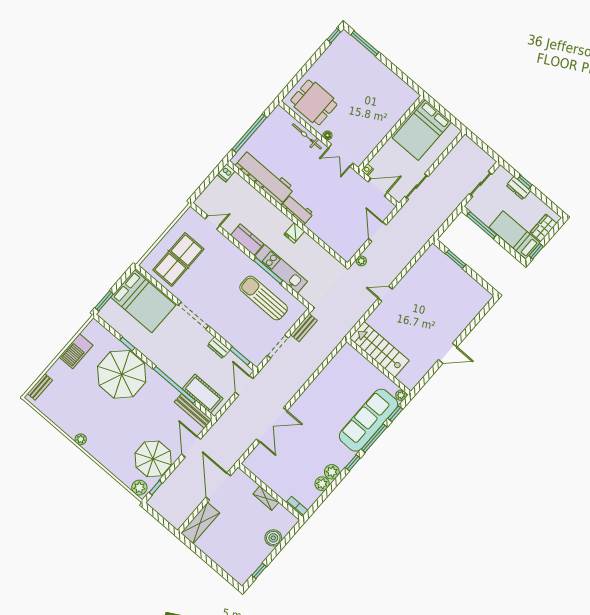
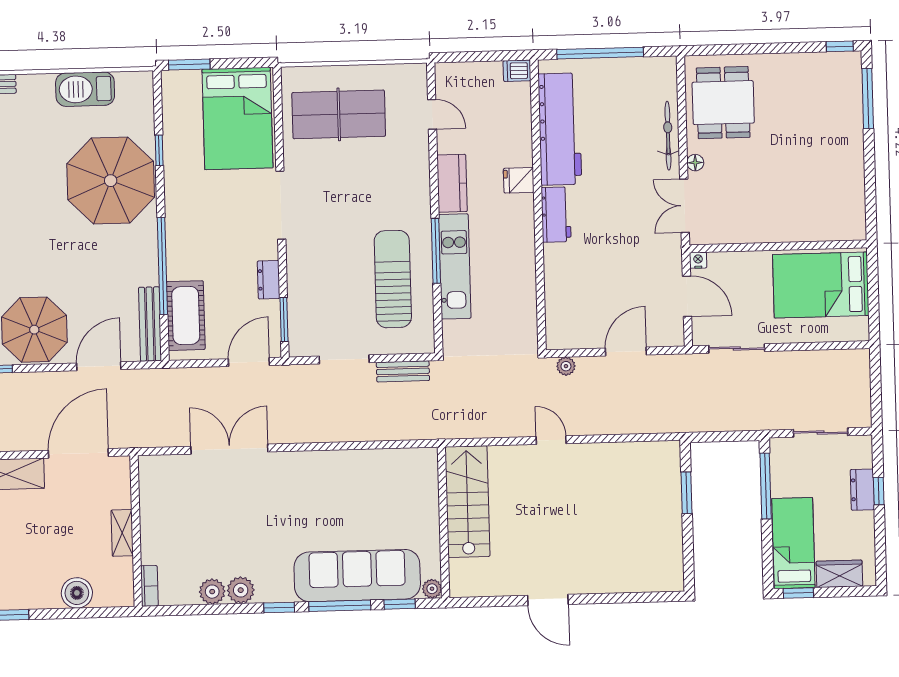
fridge: (294, 233) -> (519, 180), moved
double door: (272, 425) -> (229, 449), swing flipped

